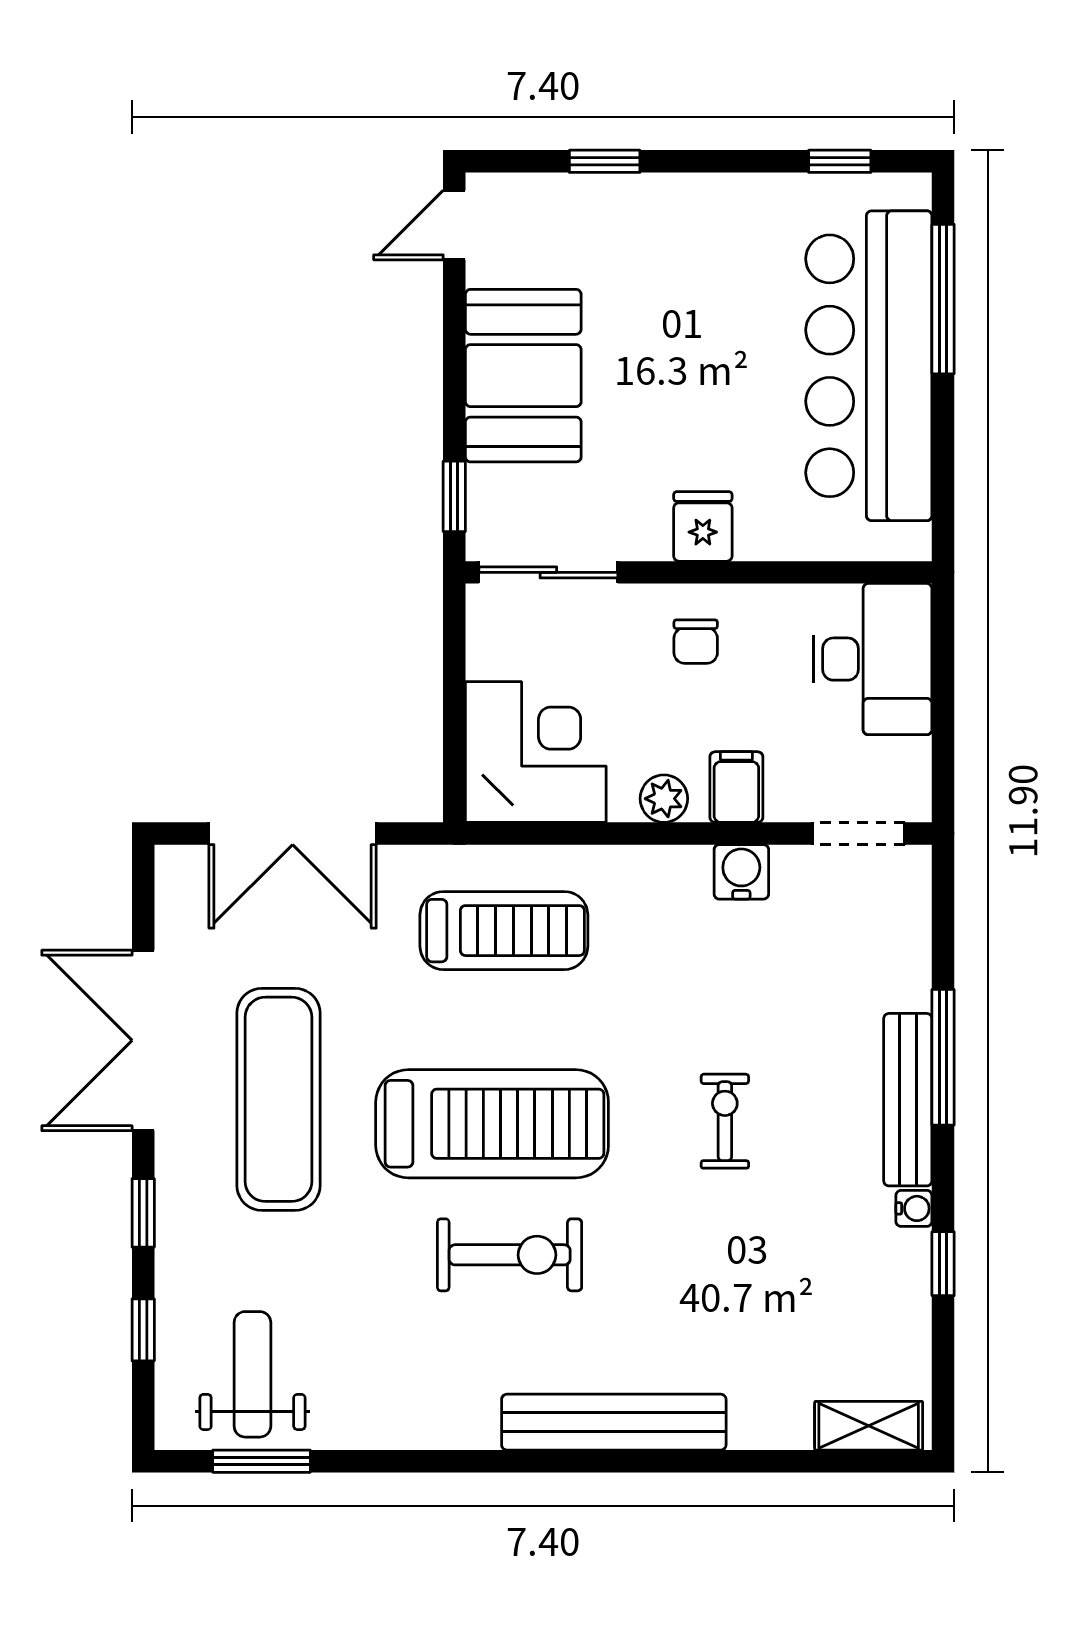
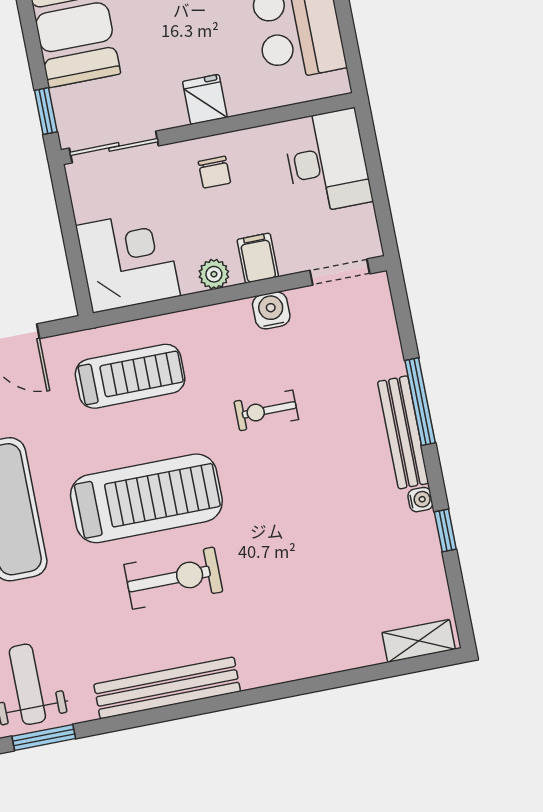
exercise bike: (725, 1121) -> (266, 410), moved, turned -90
bench: (614, 1422) -> (167, 688), moved

